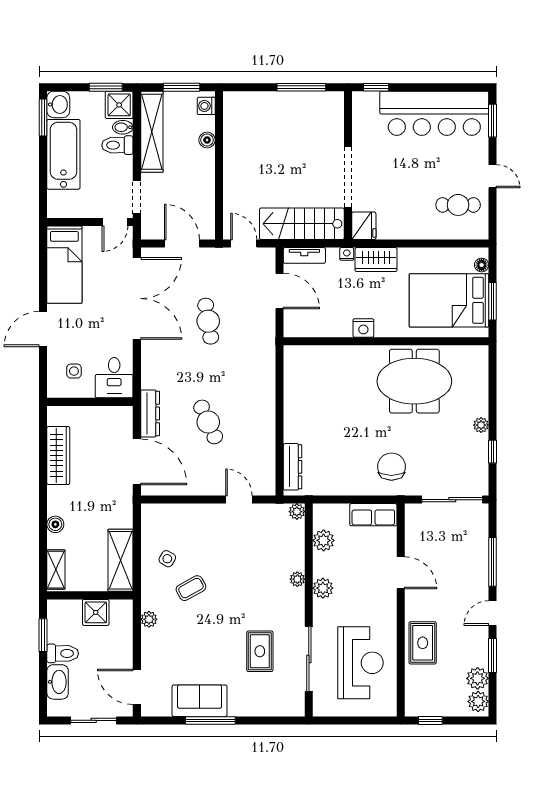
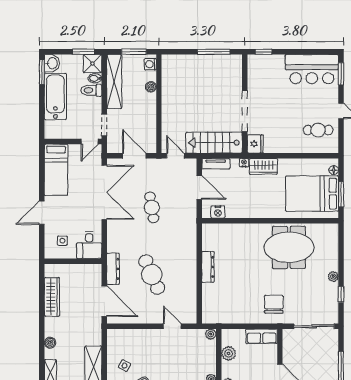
bar counter: (434, 113) -> (312, 69), width x0.73
nightstand: (363, 328) -> (218, 212), moved
cafe table: (208, 422) -> (152, 275), width x1.37, depth x1.35
dresser: (293, 467) -> (208, 267), moved

